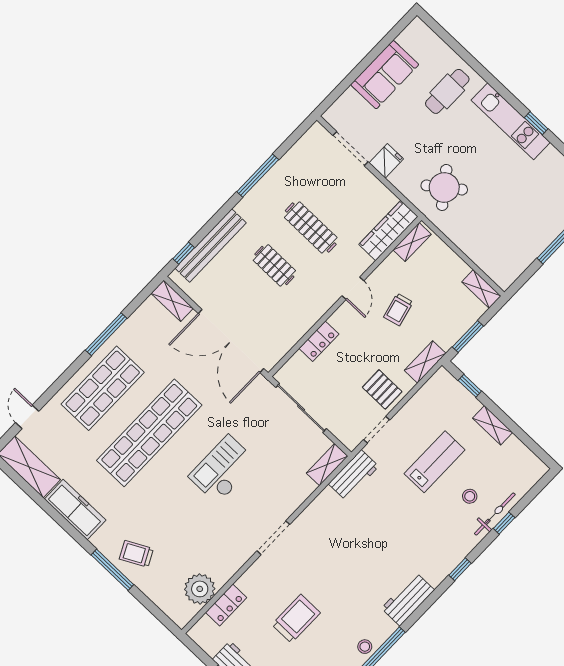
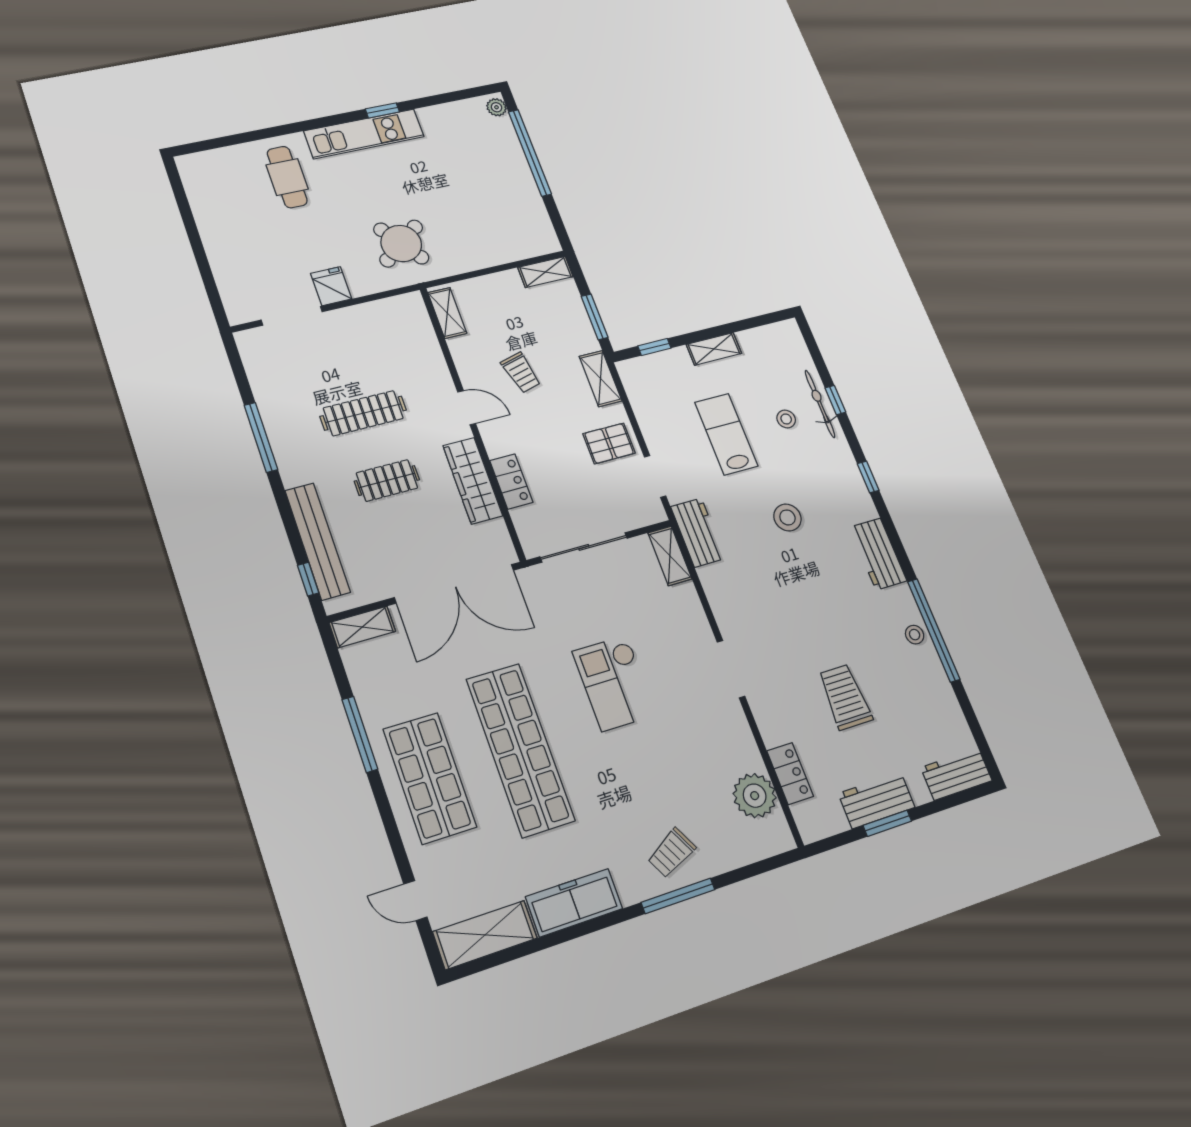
sofa: (385, 75) -> (224, 230), removed
wardrobe: (388, 231) -> (473, 481), moved
stool: (399, 528) -> (787, 517), added

